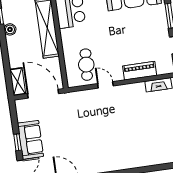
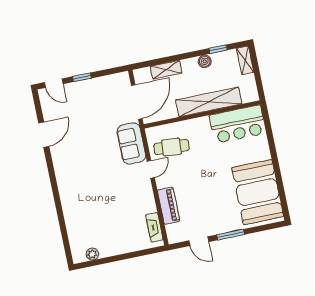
shelving: (18, 82) -> (166, 70), moved
sofa: (31, 140) -> (131, 143), moved, turned 90

